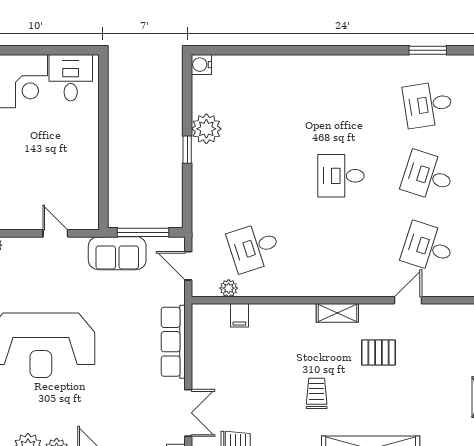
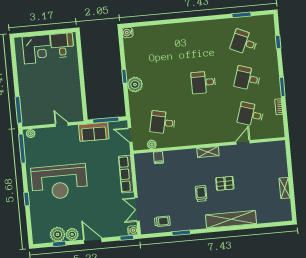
desk: (428, 105) -> (244, 42), turned 33
plant: (206, 129) -> (135, 85), moved
desk: (254, 247) -> (163, 122), turned 30
pallet: (379, 352) -> (225, 183), moved
double door: (188, 413) -> (137, 209), swing flipped

